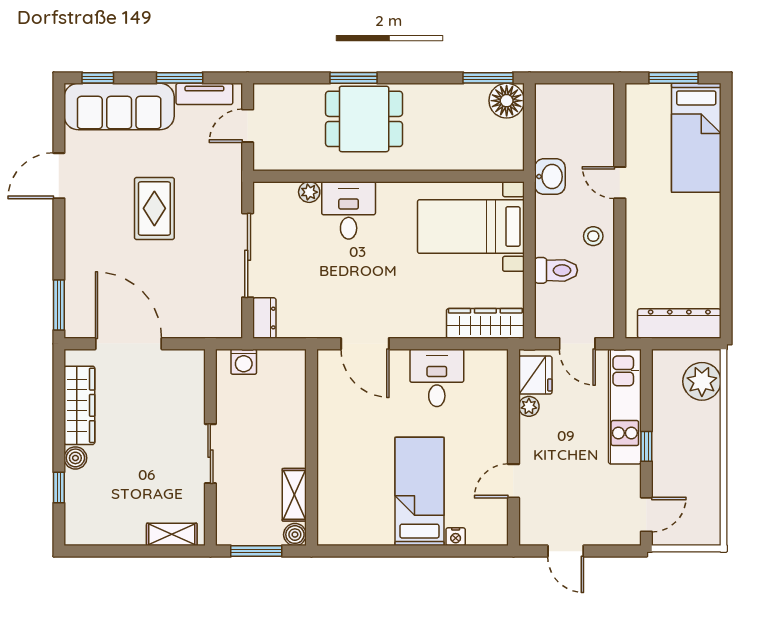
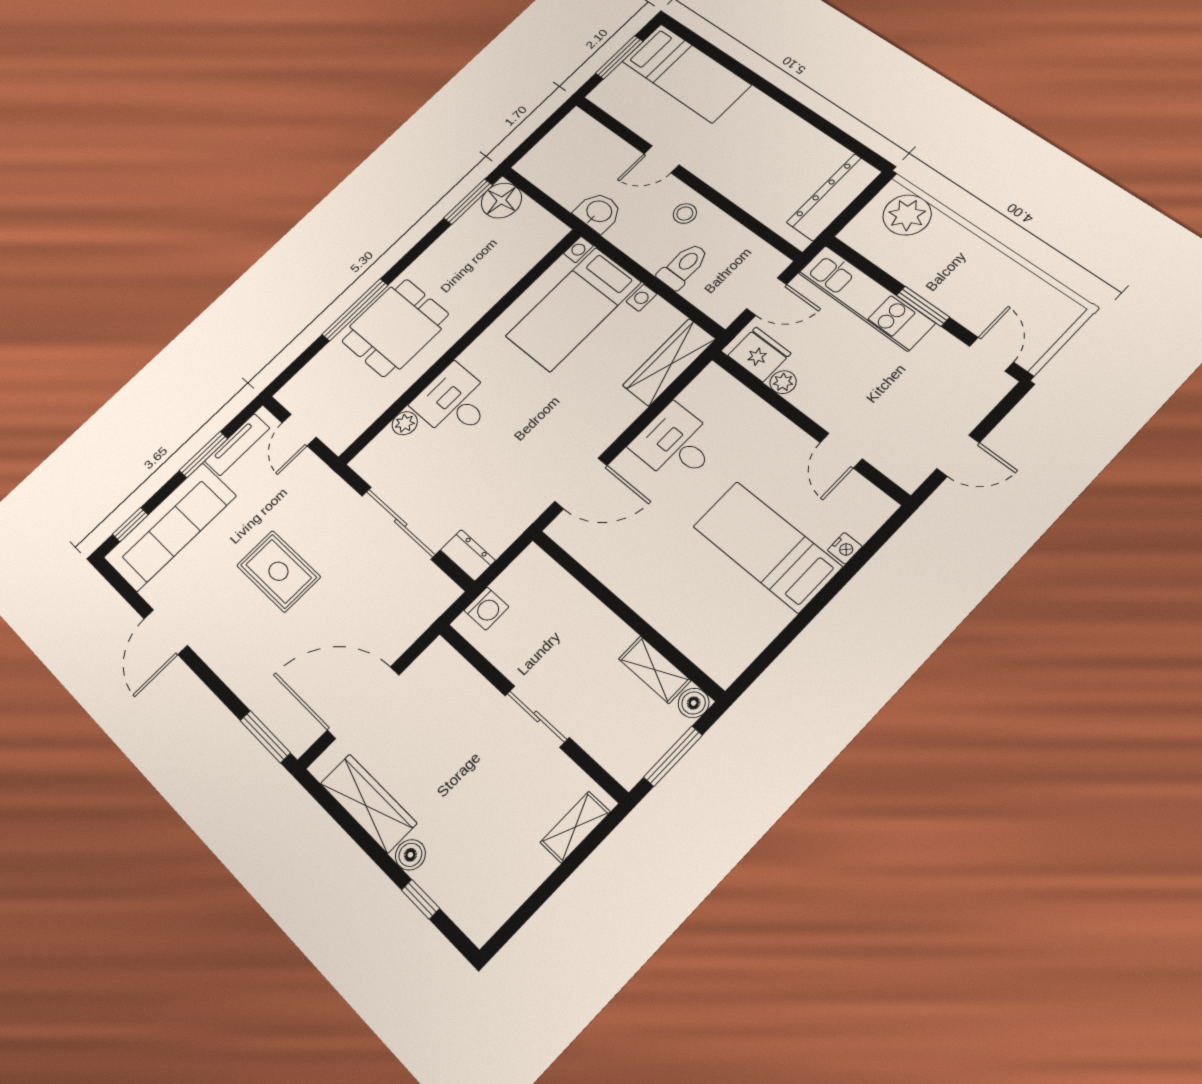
window: (354, 78) -> (355, 310), width x1.44
window: (646, 446) -> (923, 306), width x1.50

